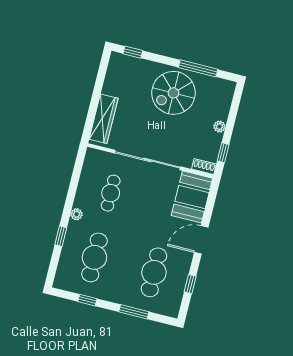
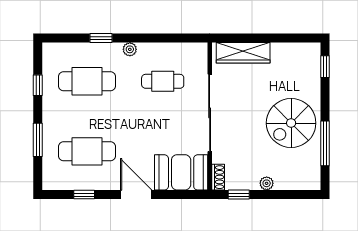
spiral stairs: (173, 93) -> (291, 123), turned -90

